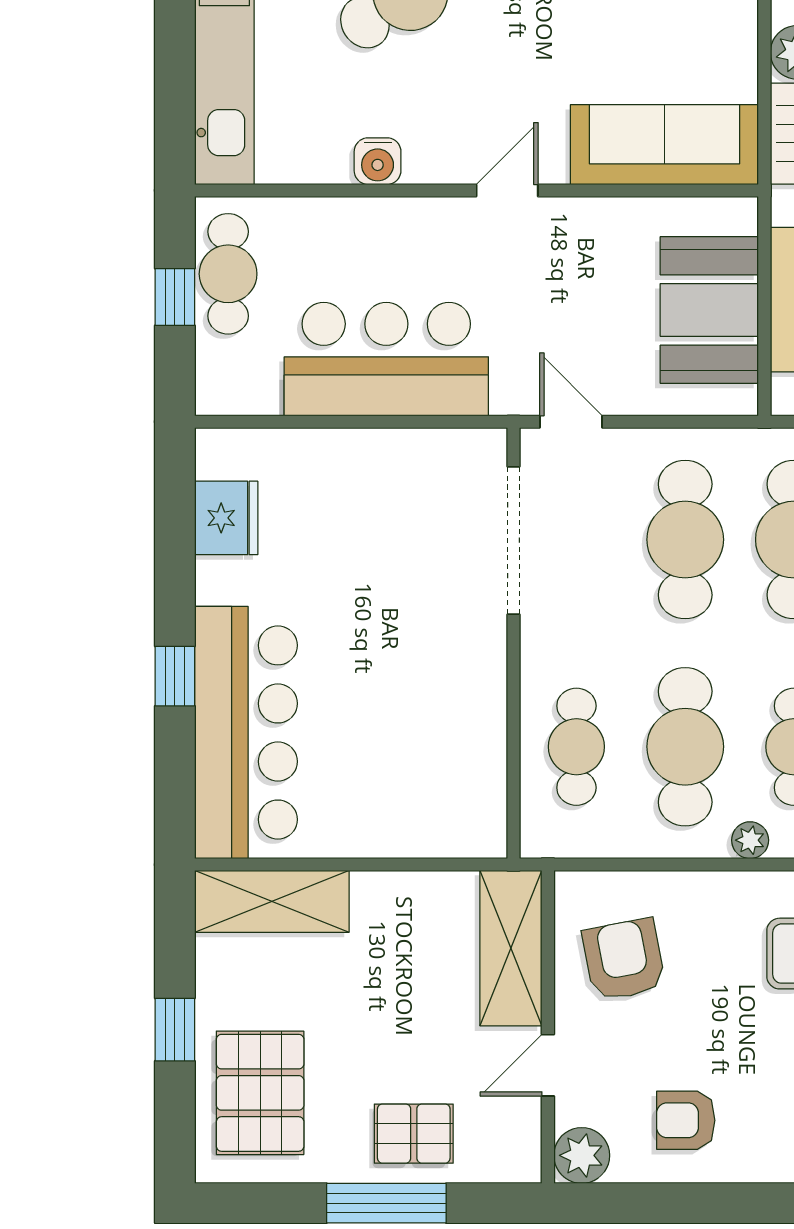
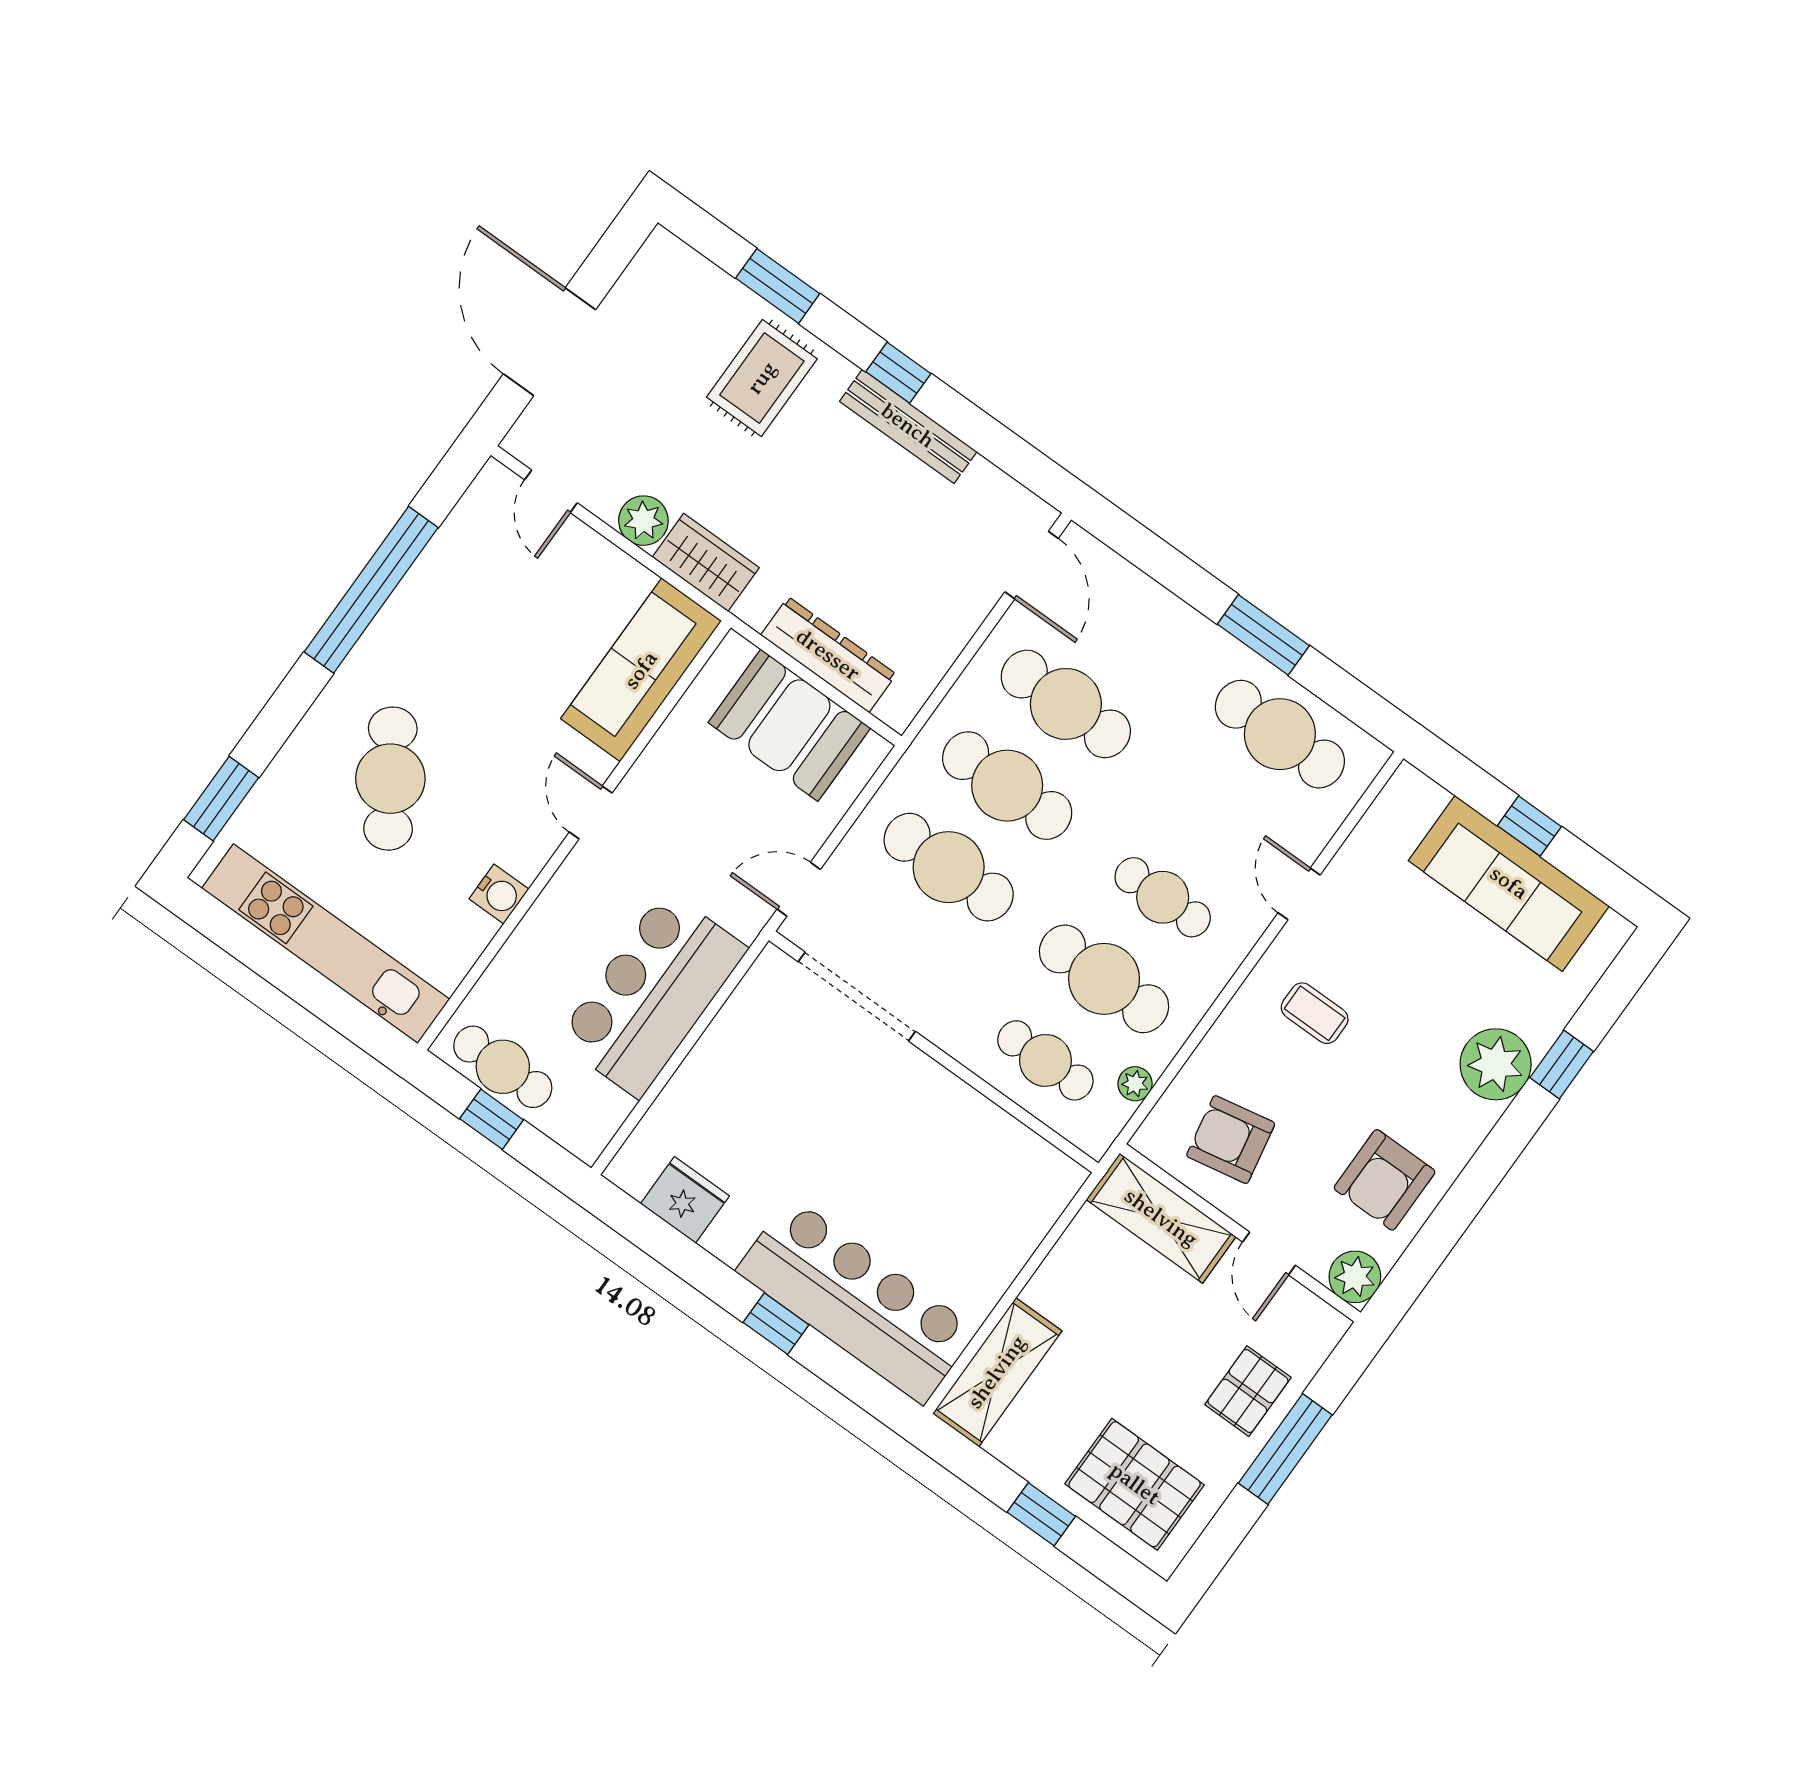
plant: (750, 840) -> (1135, 1084), moved
armchair: (686, 1120) -> (1385, 1180), width x1.38, depth x1.38

